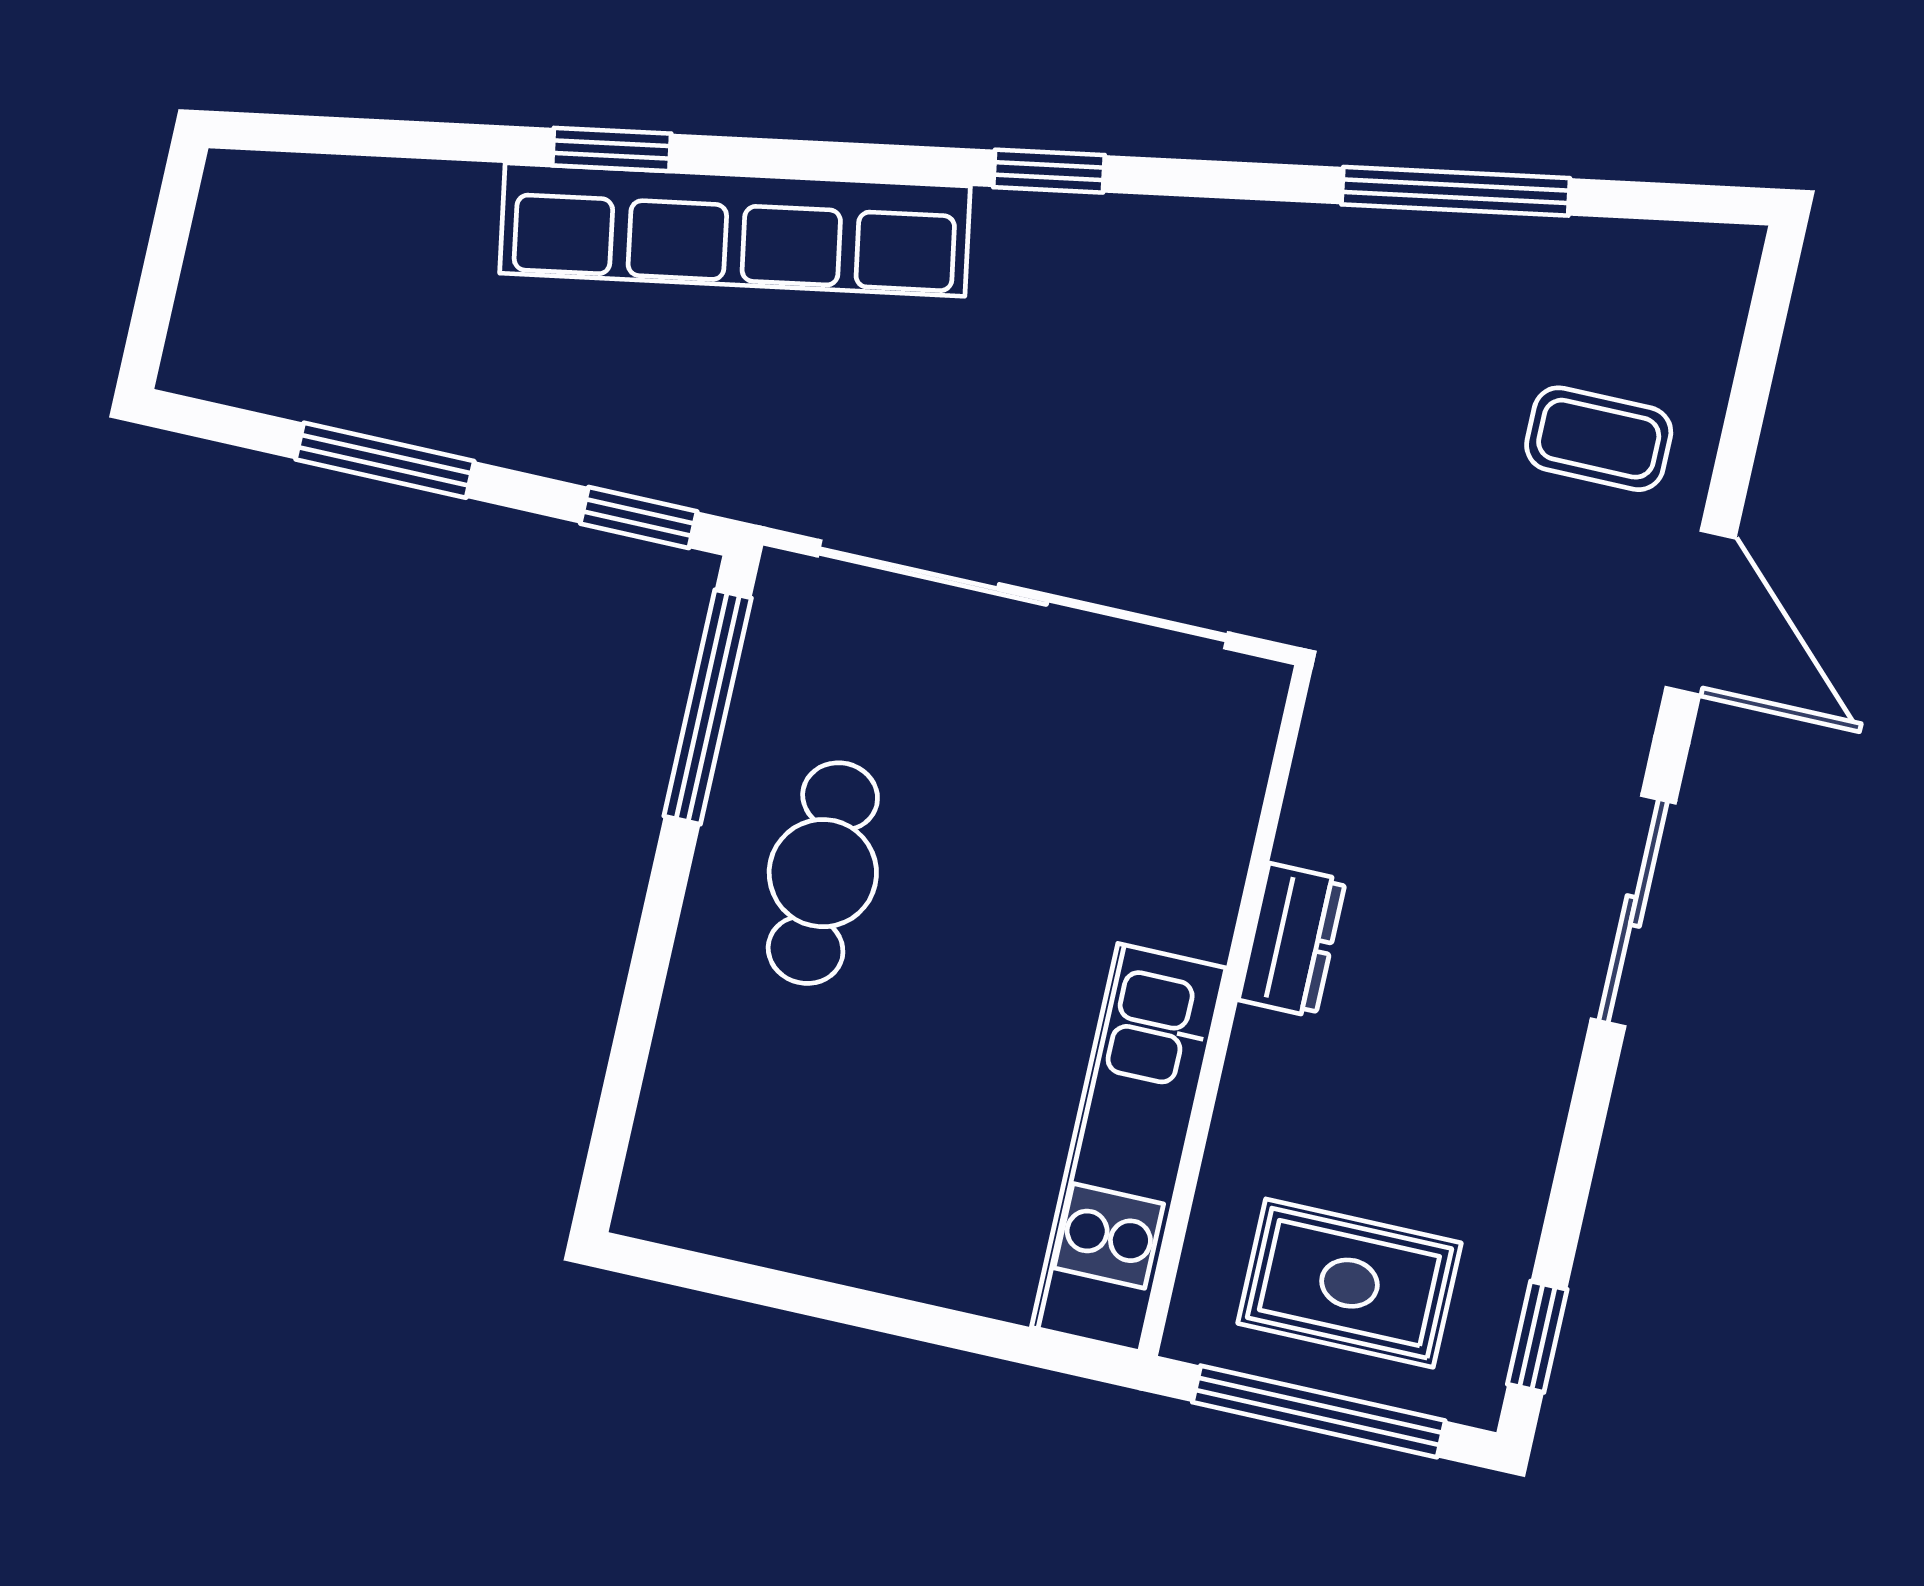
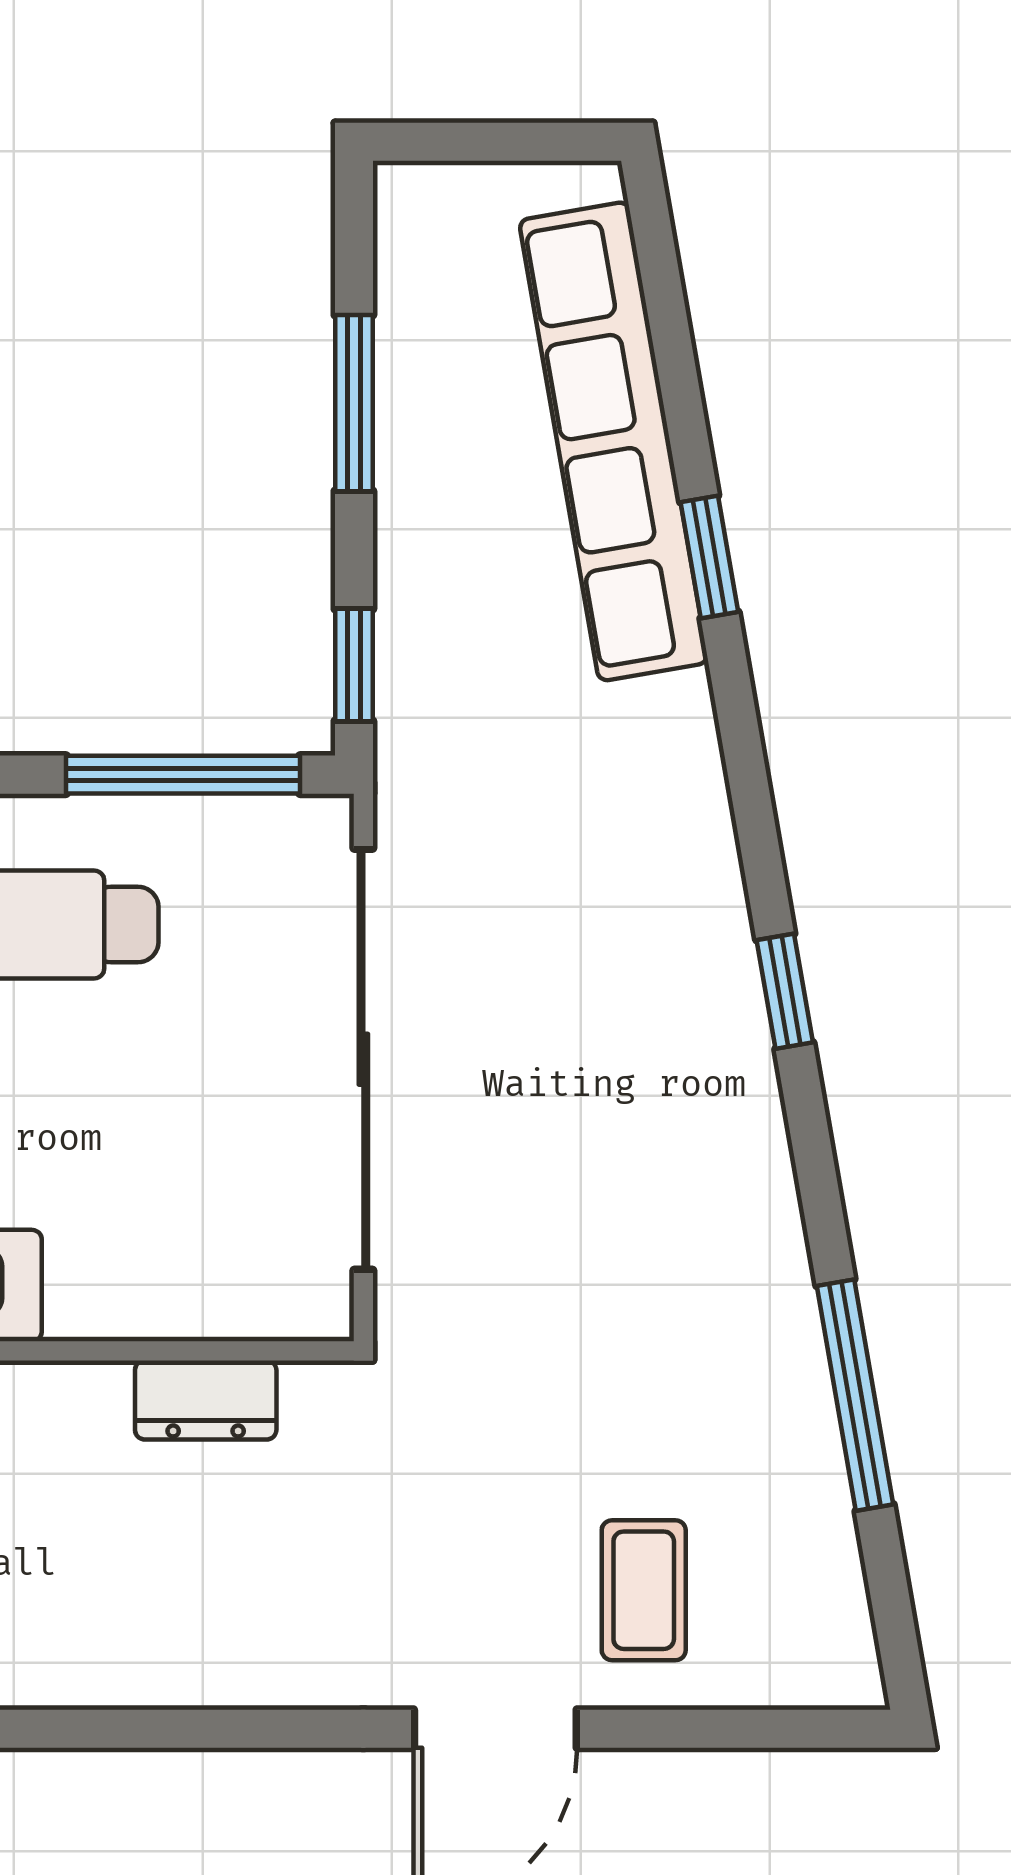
row of seats: (735, 230) -> (614, 441), moved
sliding door: (1633, 911) -> (188, 1729), removed
dresser: (1292, 940) -> (206, 1400), moved

